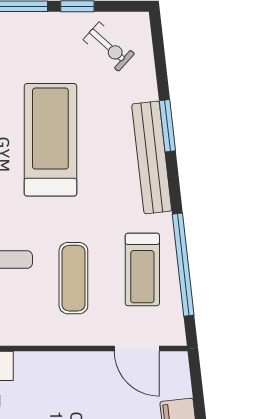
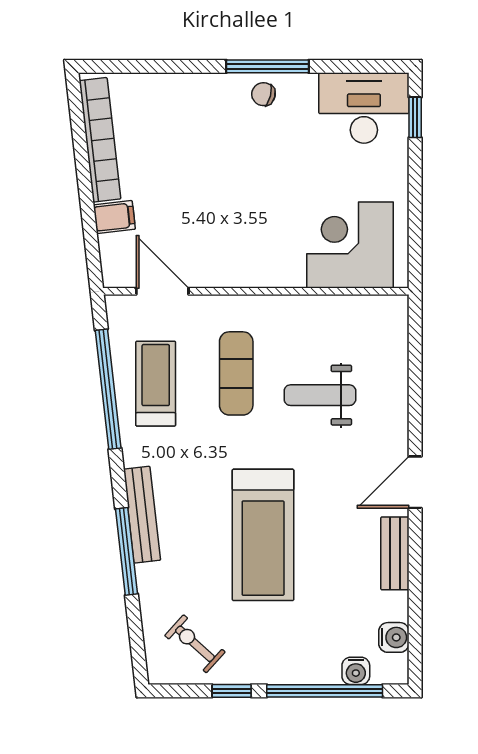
window: (167, 126) -> (127, 551), width x1.44
bench: (152, 157) -> (142, 515), width x0.73, depth x0.82

